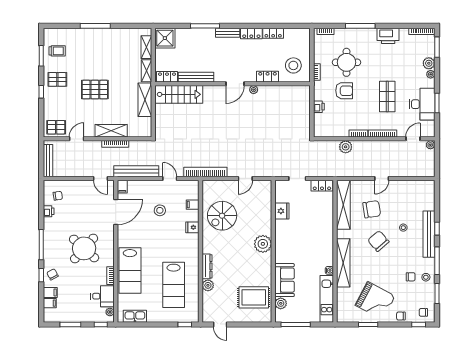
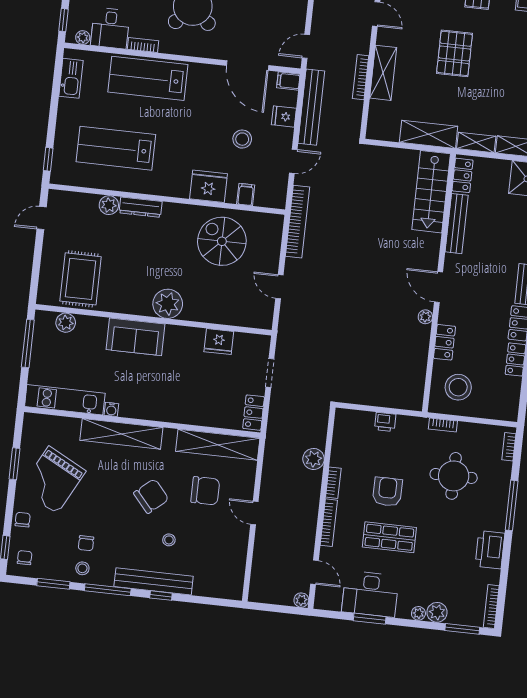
armchair: (344, 91) -> (387, 492), moved, turned 180
fridge: (144, 187) -> (284, 117), added
chair: (372, 209) -> (205, 491), turned -81
fridge: (192, 227) -> (208, 186), width x1.88, depth x1.34
sofa: (285, 280) -> (136, 337), moved

